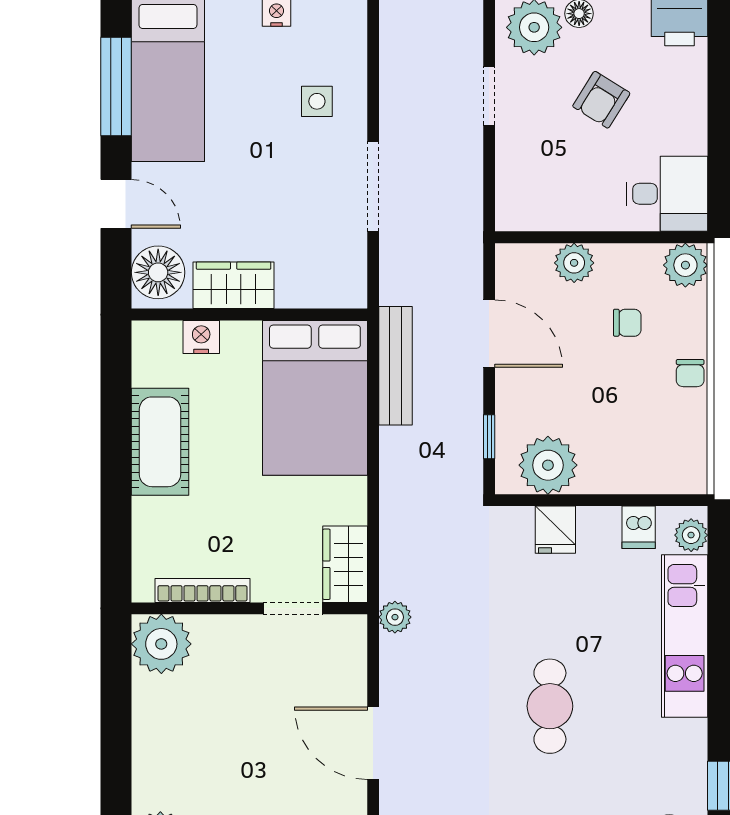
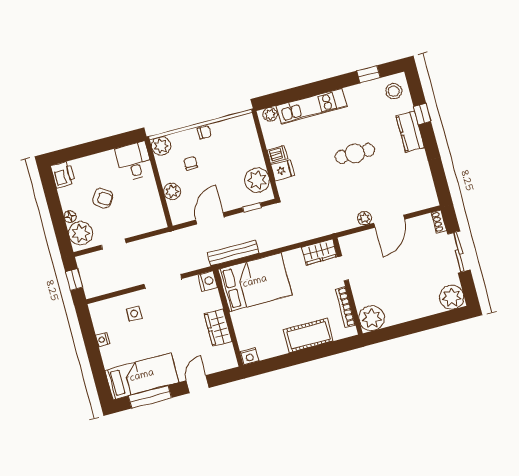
floor lamp: (158, 272) -> (221, 360), removed
nightstand: (347, 290) -> (208, 281), added
nightstand: (201, 337) -> (249, 356), moved, turned -90
cot: (160, 442) -> (308, 336), moved
dishwasher: (639, 527) -> (277, 154), moved
plant: (395, 617) -> (364, 218), moved

